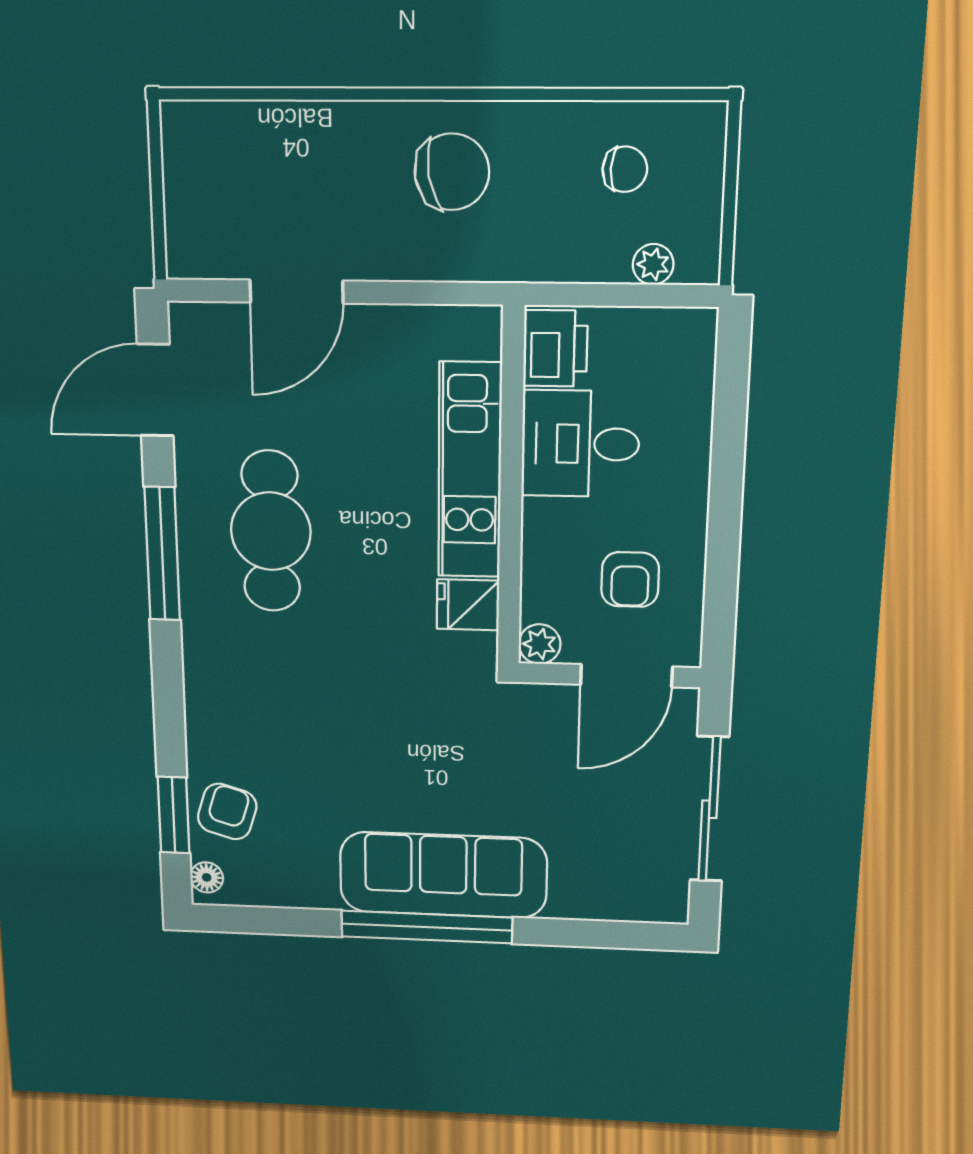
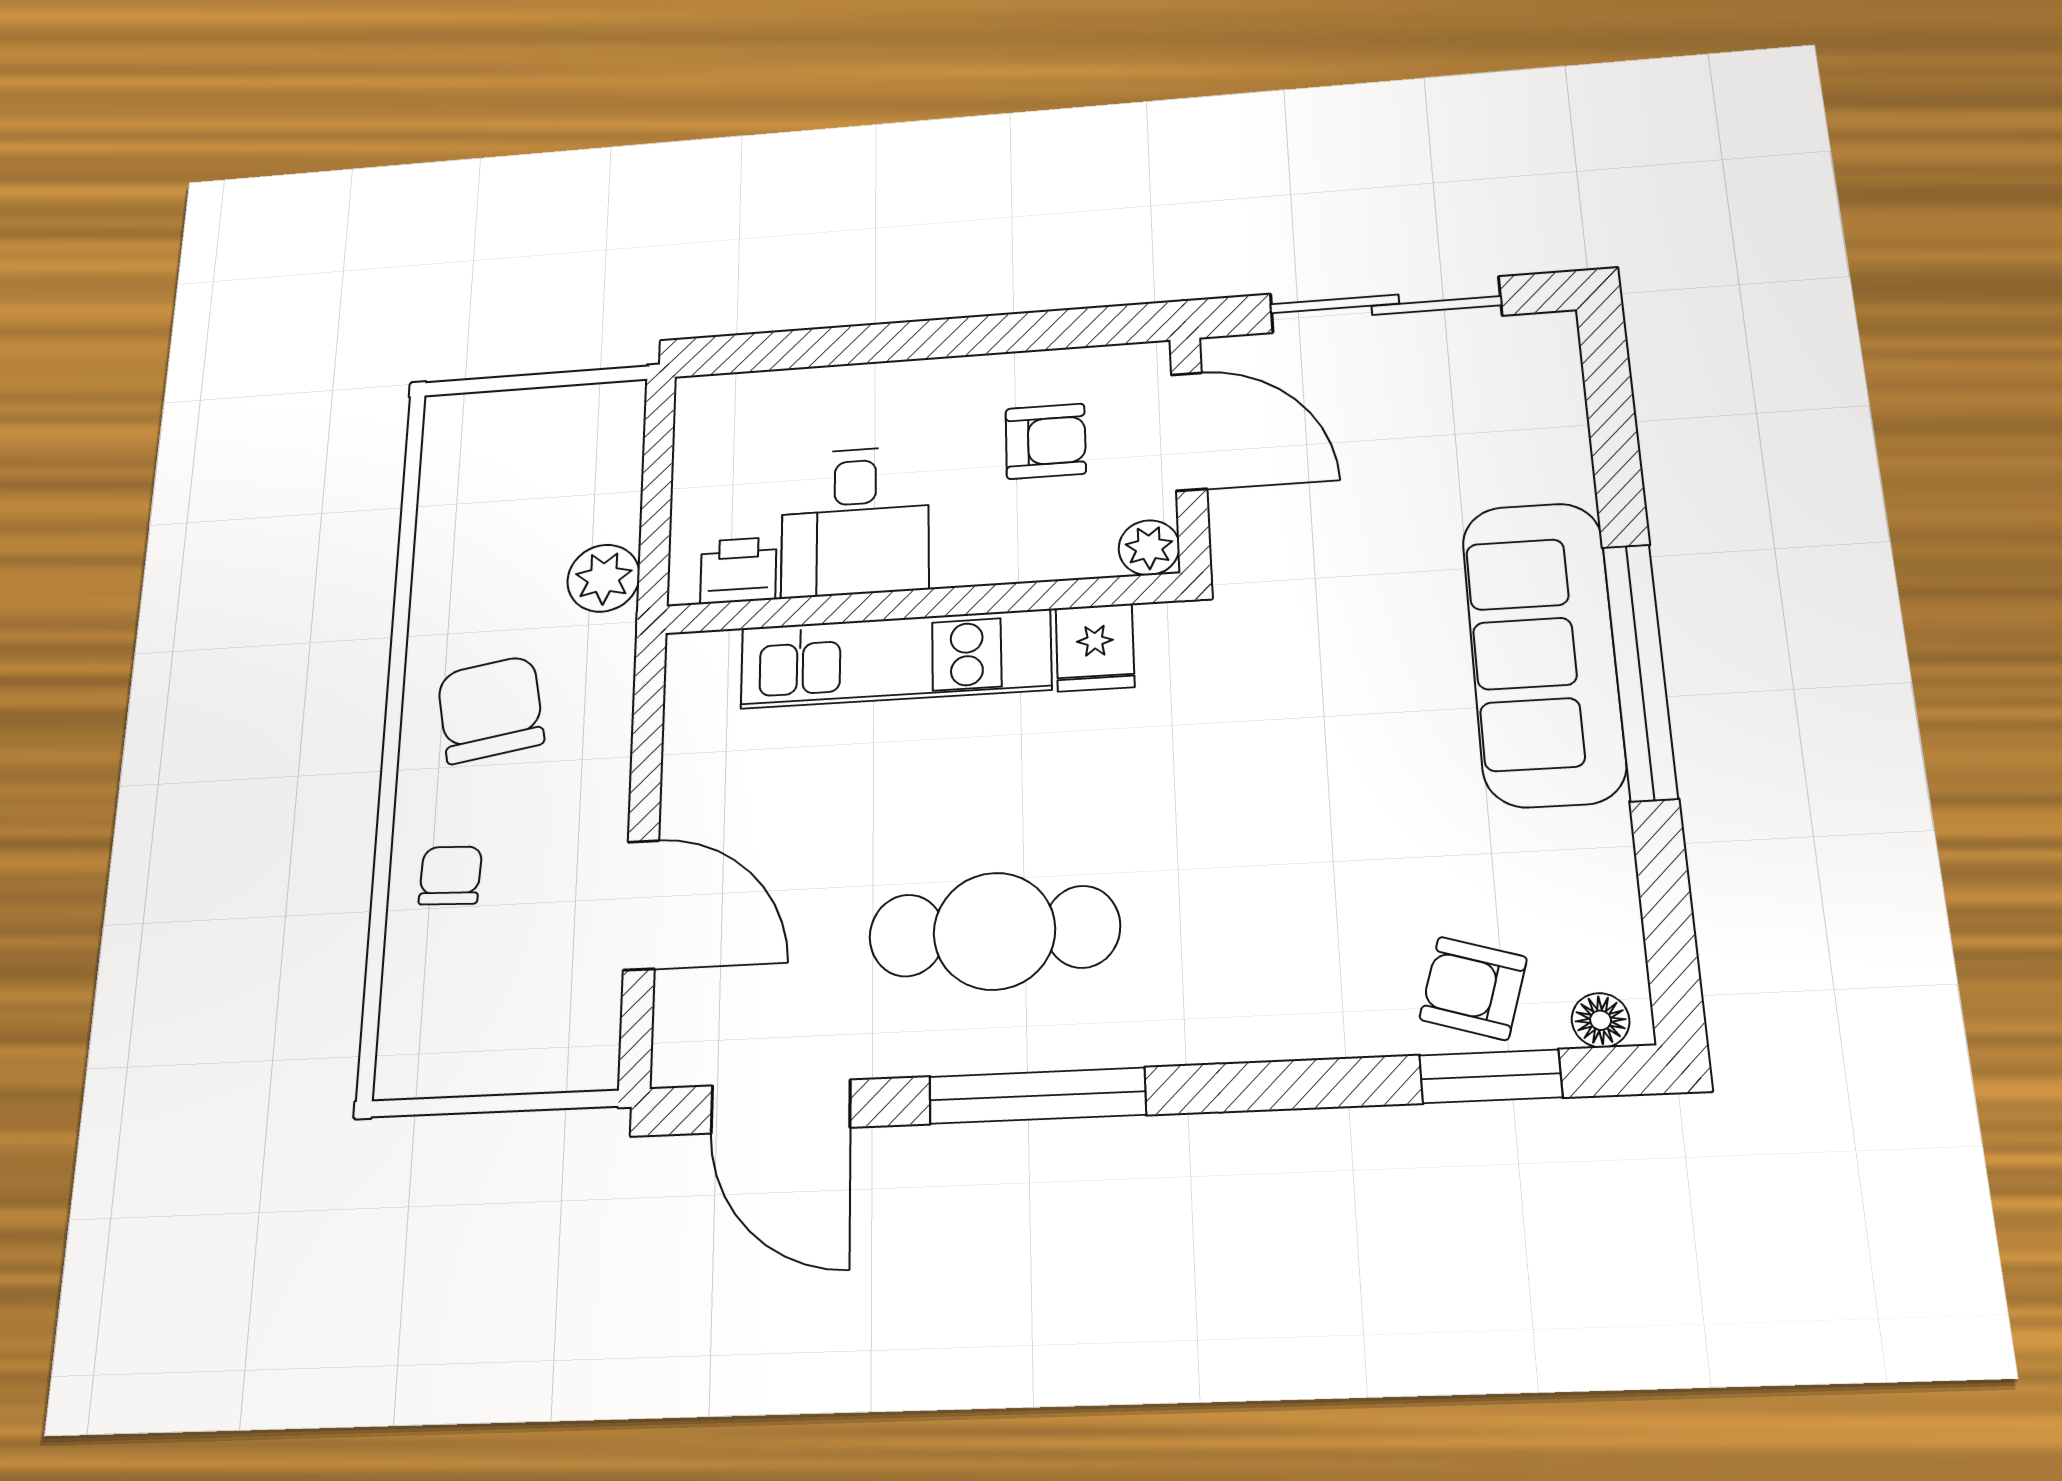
chair: (625, 169) -> (450, 875), moved
plant: (653, 264) -> (604, 578), moved, width x1.38, depth x1.38
printer: (555, 348) -> (738, 570), width x0.73, depth x0.81

